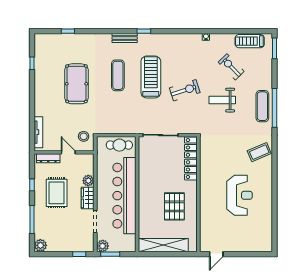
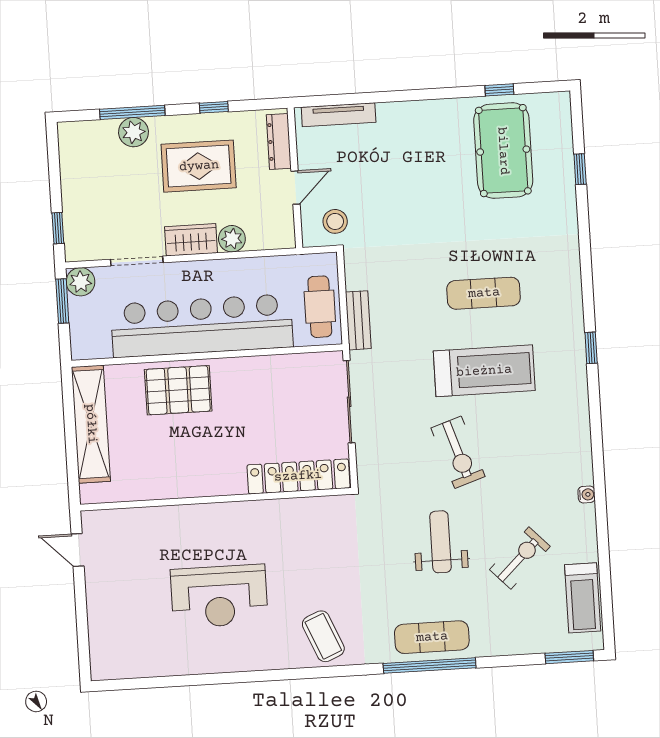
bench: (125, 38) -> (358, 320), moved
treadmill: (250, 41) -> (583, 598), turned 180
pool table: (76, 84) -> (503, 151), moved, turned 90
pallet: (174, 206) -> (178, 390), moved
plant: (40, 245) -> (133, 132), moved

